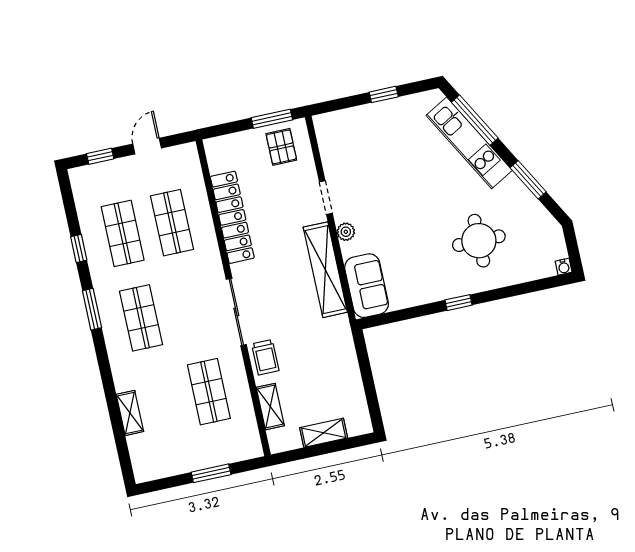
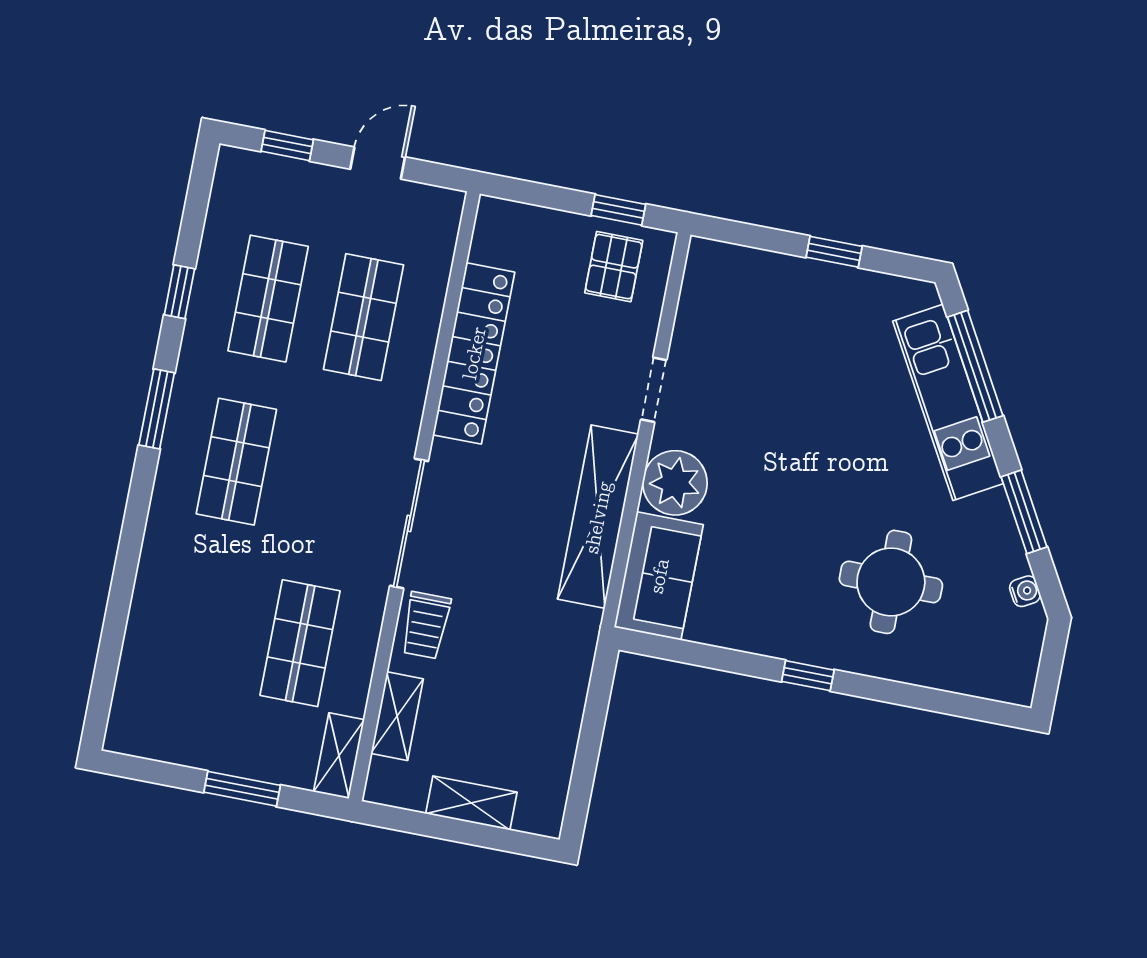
window: (272, 119) -> (618, 210), width x0.67
plant: (346, 232) -> (675, 483), width x1.88, depth x1.88
water cooler: (564, 267) -> (1025, 591), moved, turned -120
shelving: (130, 413) -> (339, 756), moved

